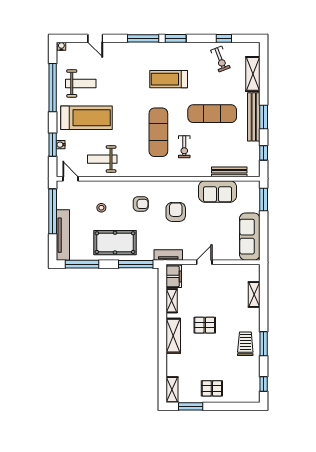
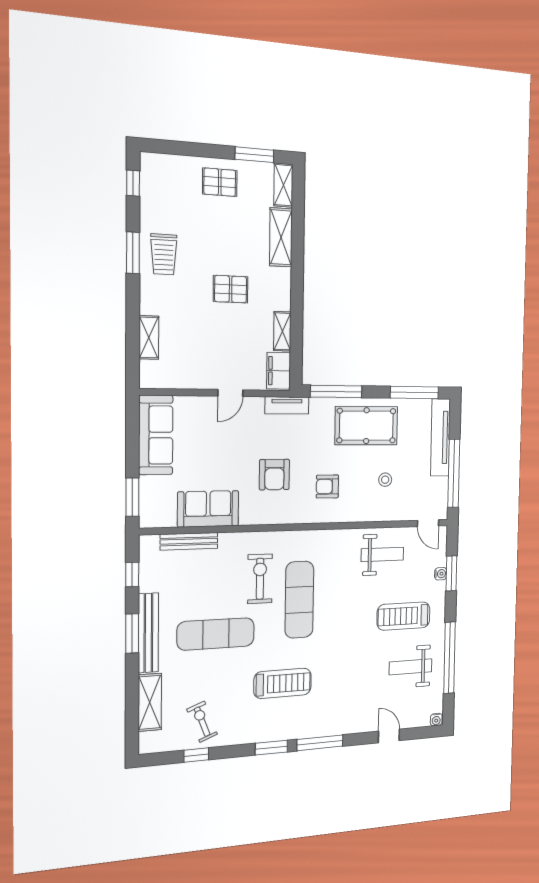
treadmill: (87, 118) -> (404, 616), width x0.73, depth x0.73
exercise bike: (184, 147) -> (260, 579), width x1.38, depth x1.39
shelving: (173, 336) -> (281, 237), moved

